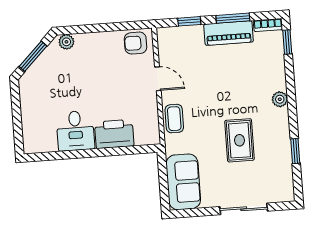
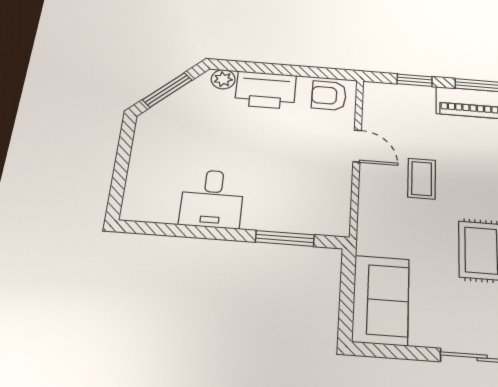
coffee table: (174, 119) -> (422, 179), moved
printer: (114, 134) -> (266, 90), moved, turned 180
window: (123, 151) -> (285, 238), added

